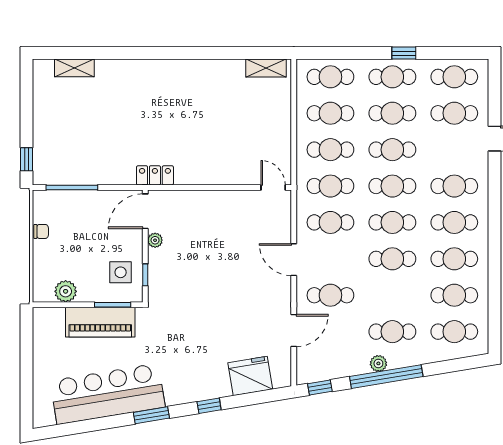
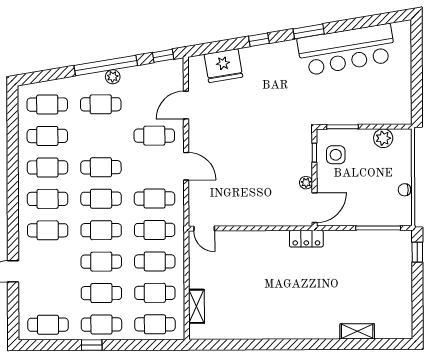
shelving: (74, 68) -> (357, 331), moved
shelving: (266, 68) -> (196, 306), moved, turned 90
cafe table: (454, 113) -> (48, 293), removed
piano: (100, 322) -> (353, 112), removed

